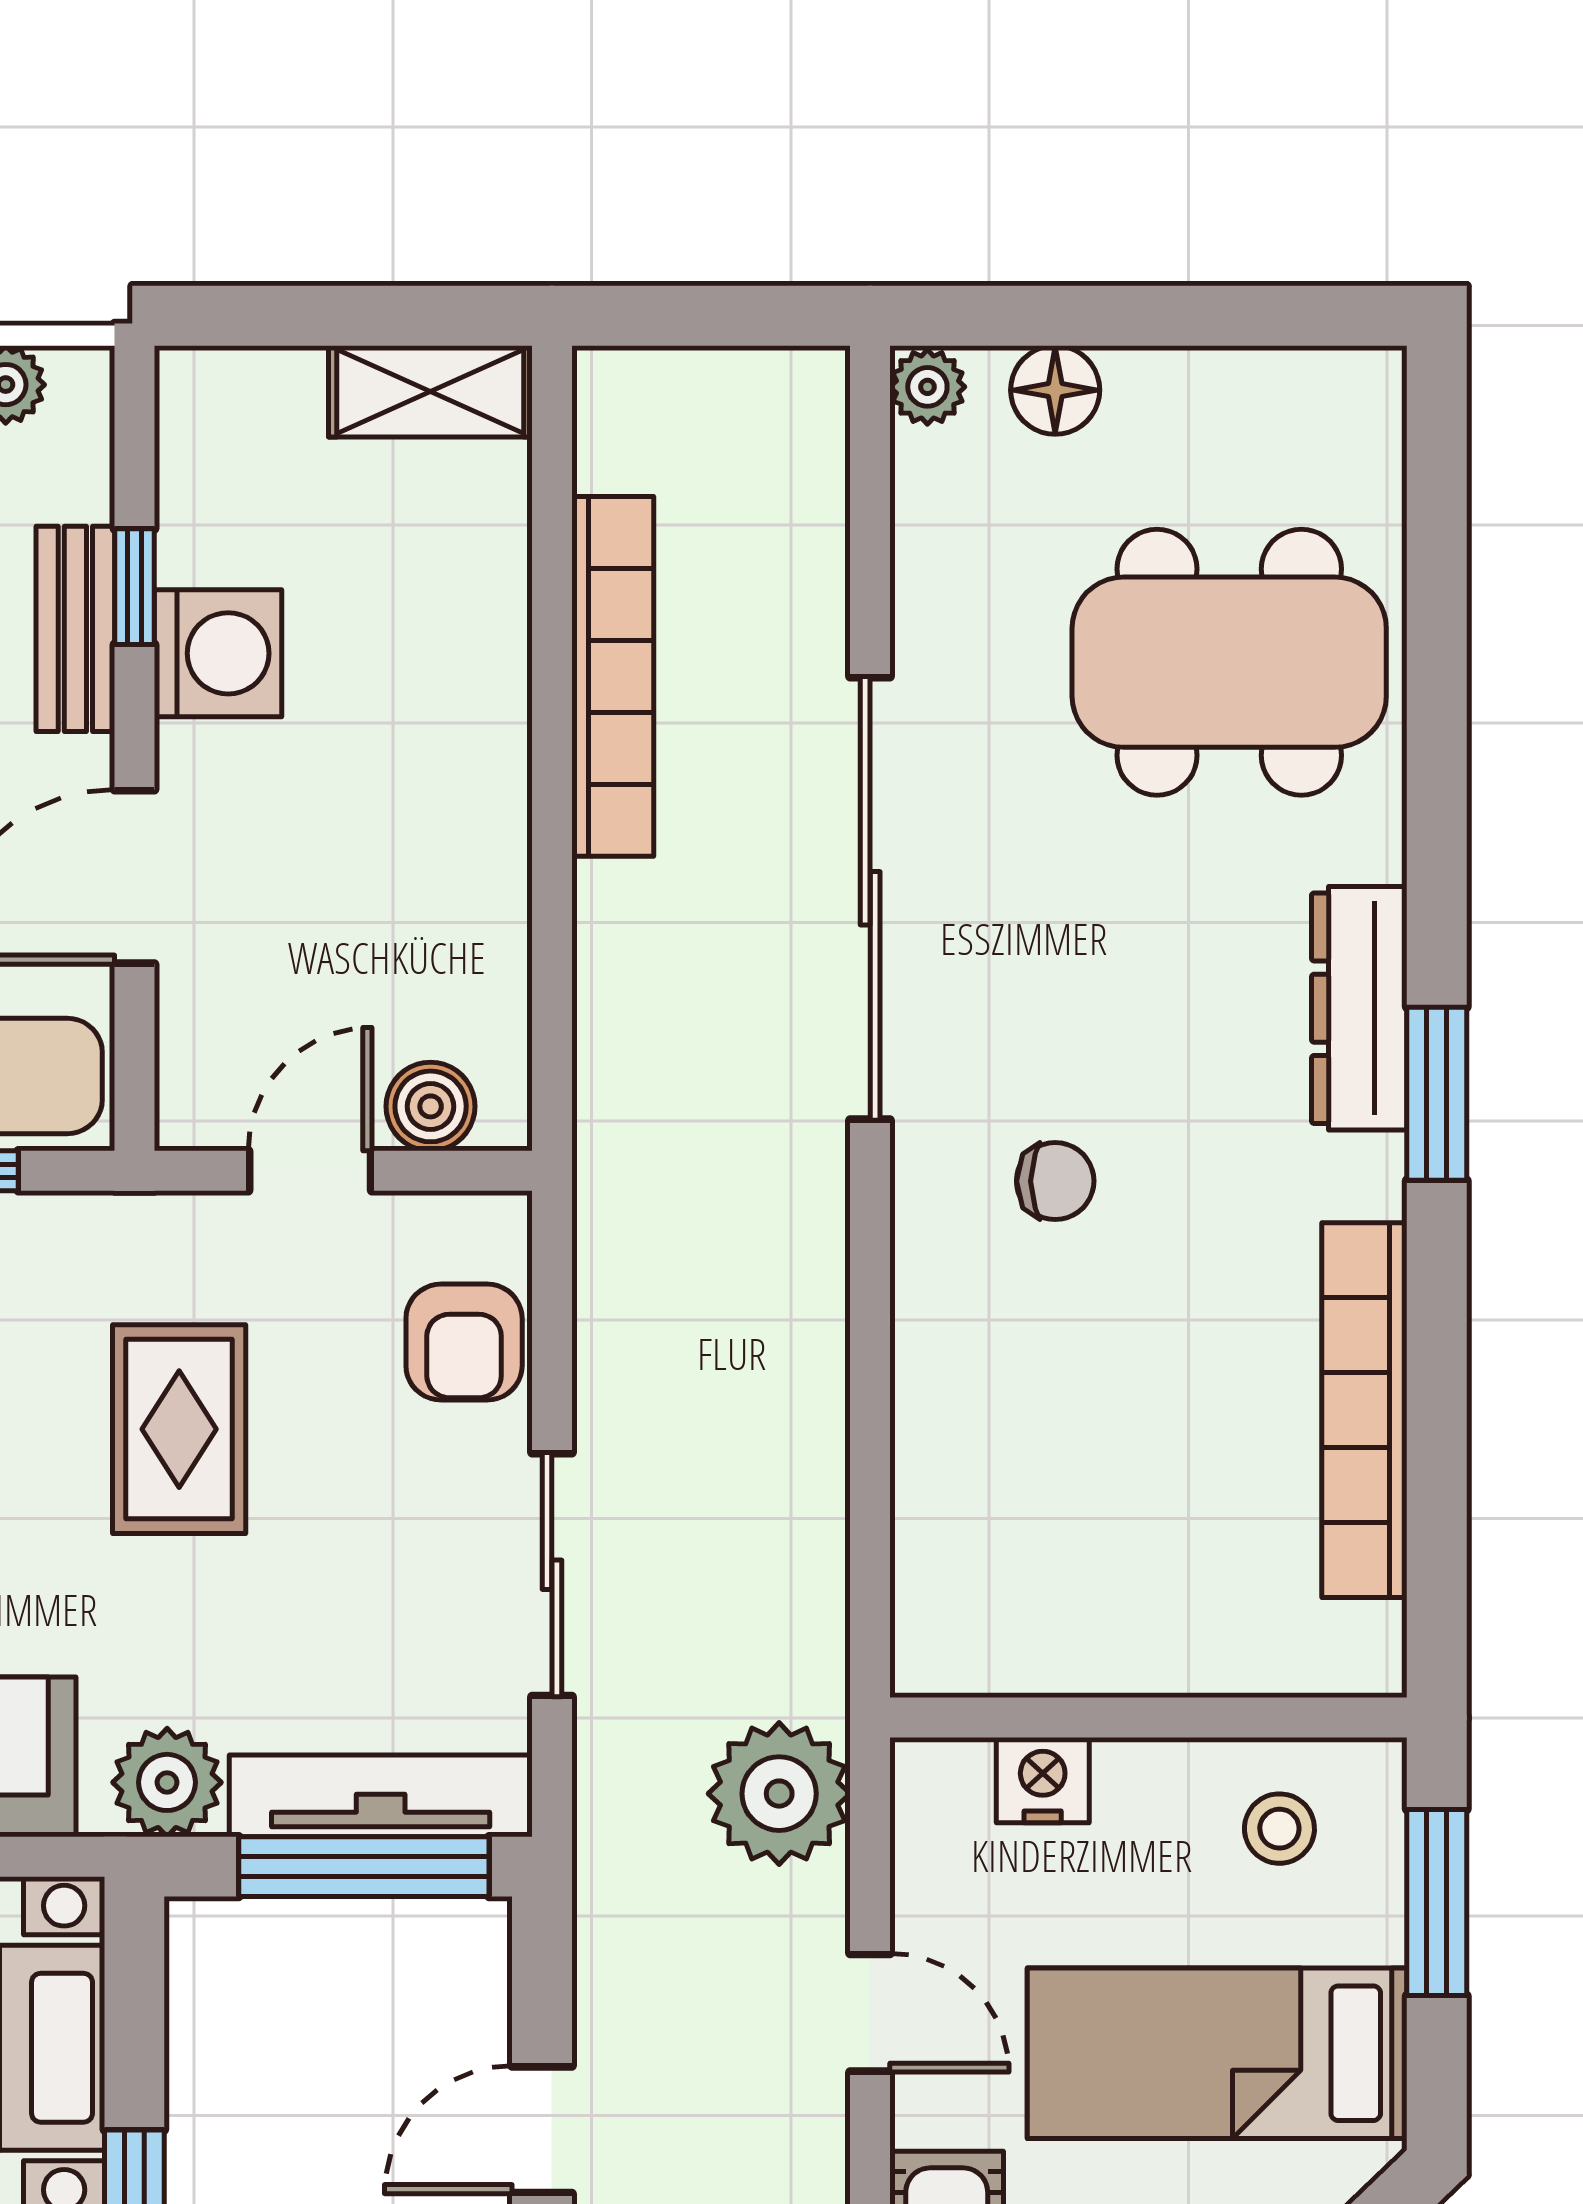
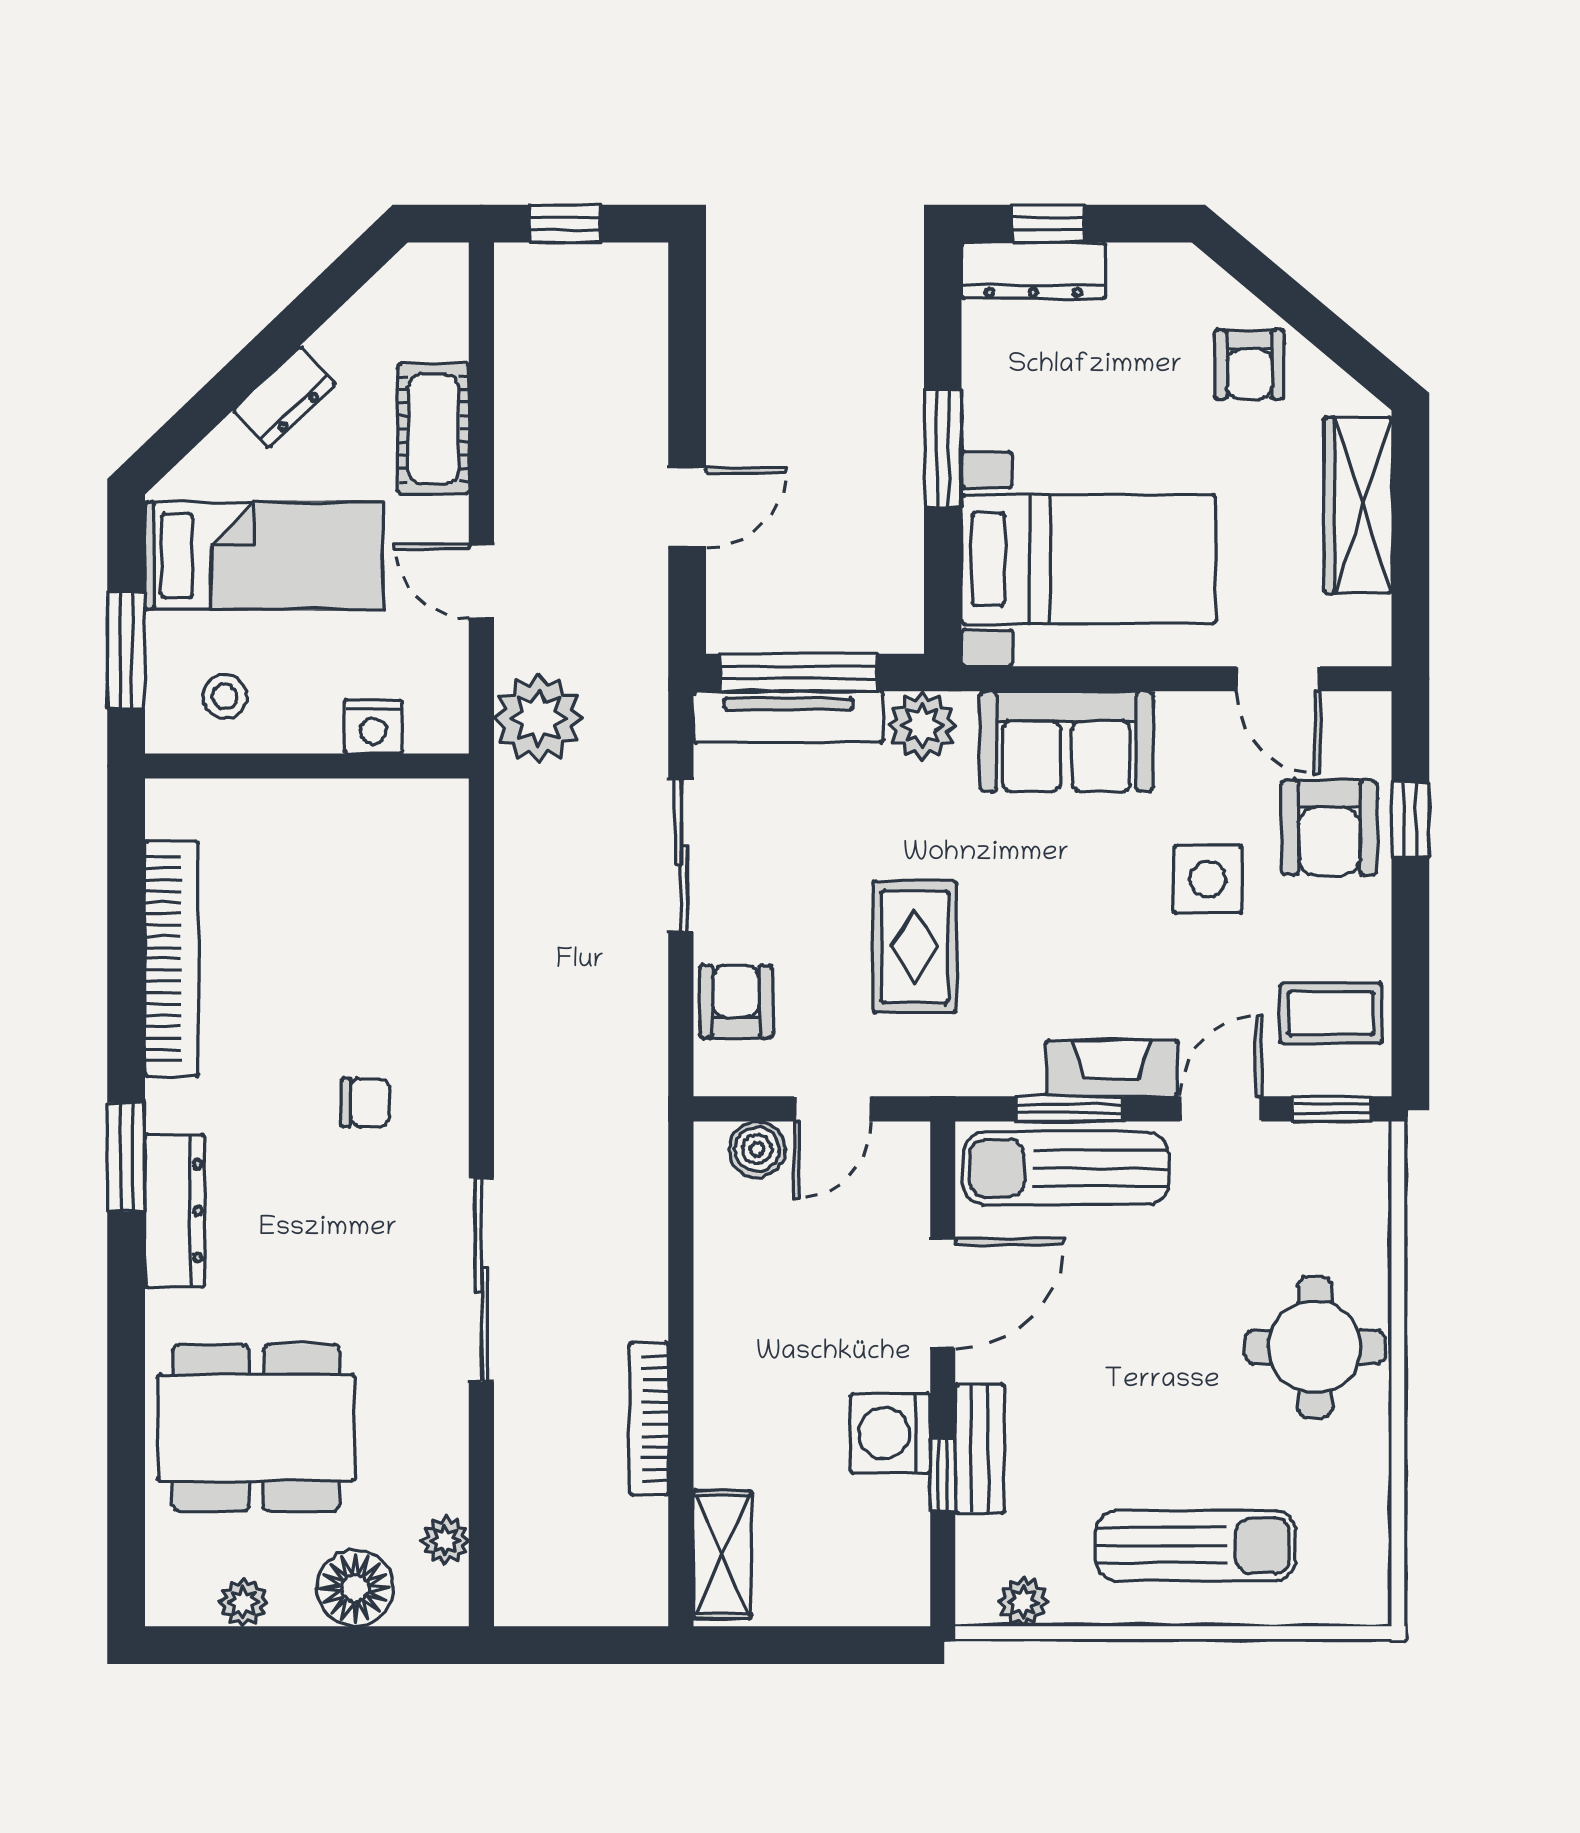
plant: (1250, 384) -> (243, 1602), added
plant: (927, 387) -> (445, 1541), moved
floor lamp: (1055, 390) -> (355, 1588), width x1.38, depth x1.38
shelving: (430, 391) -> (722, 1555), moved, turned 90
bookcase: (613, 676) -> (649, 1419), width x0.68, depth x0.76
sliding door: (870, 898) -> (481, 1280), width x0.73
chair: (1055, 1181) -> (365, 1102), turned 180

